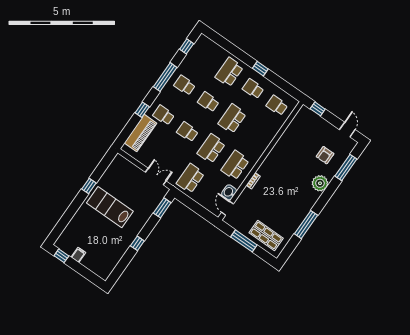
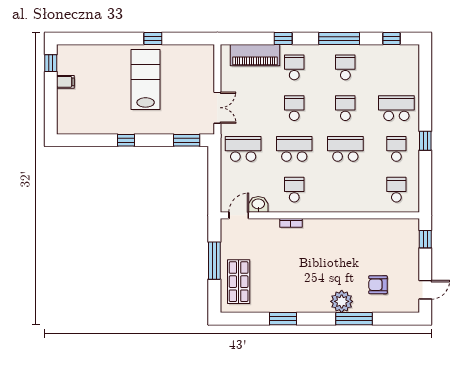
school desk: (235, 165) -> (294, 190), width x0.54
window: (346, 168) -> (354, 319), moved
window: (306, 225) -> (283, 319), width x0.69

